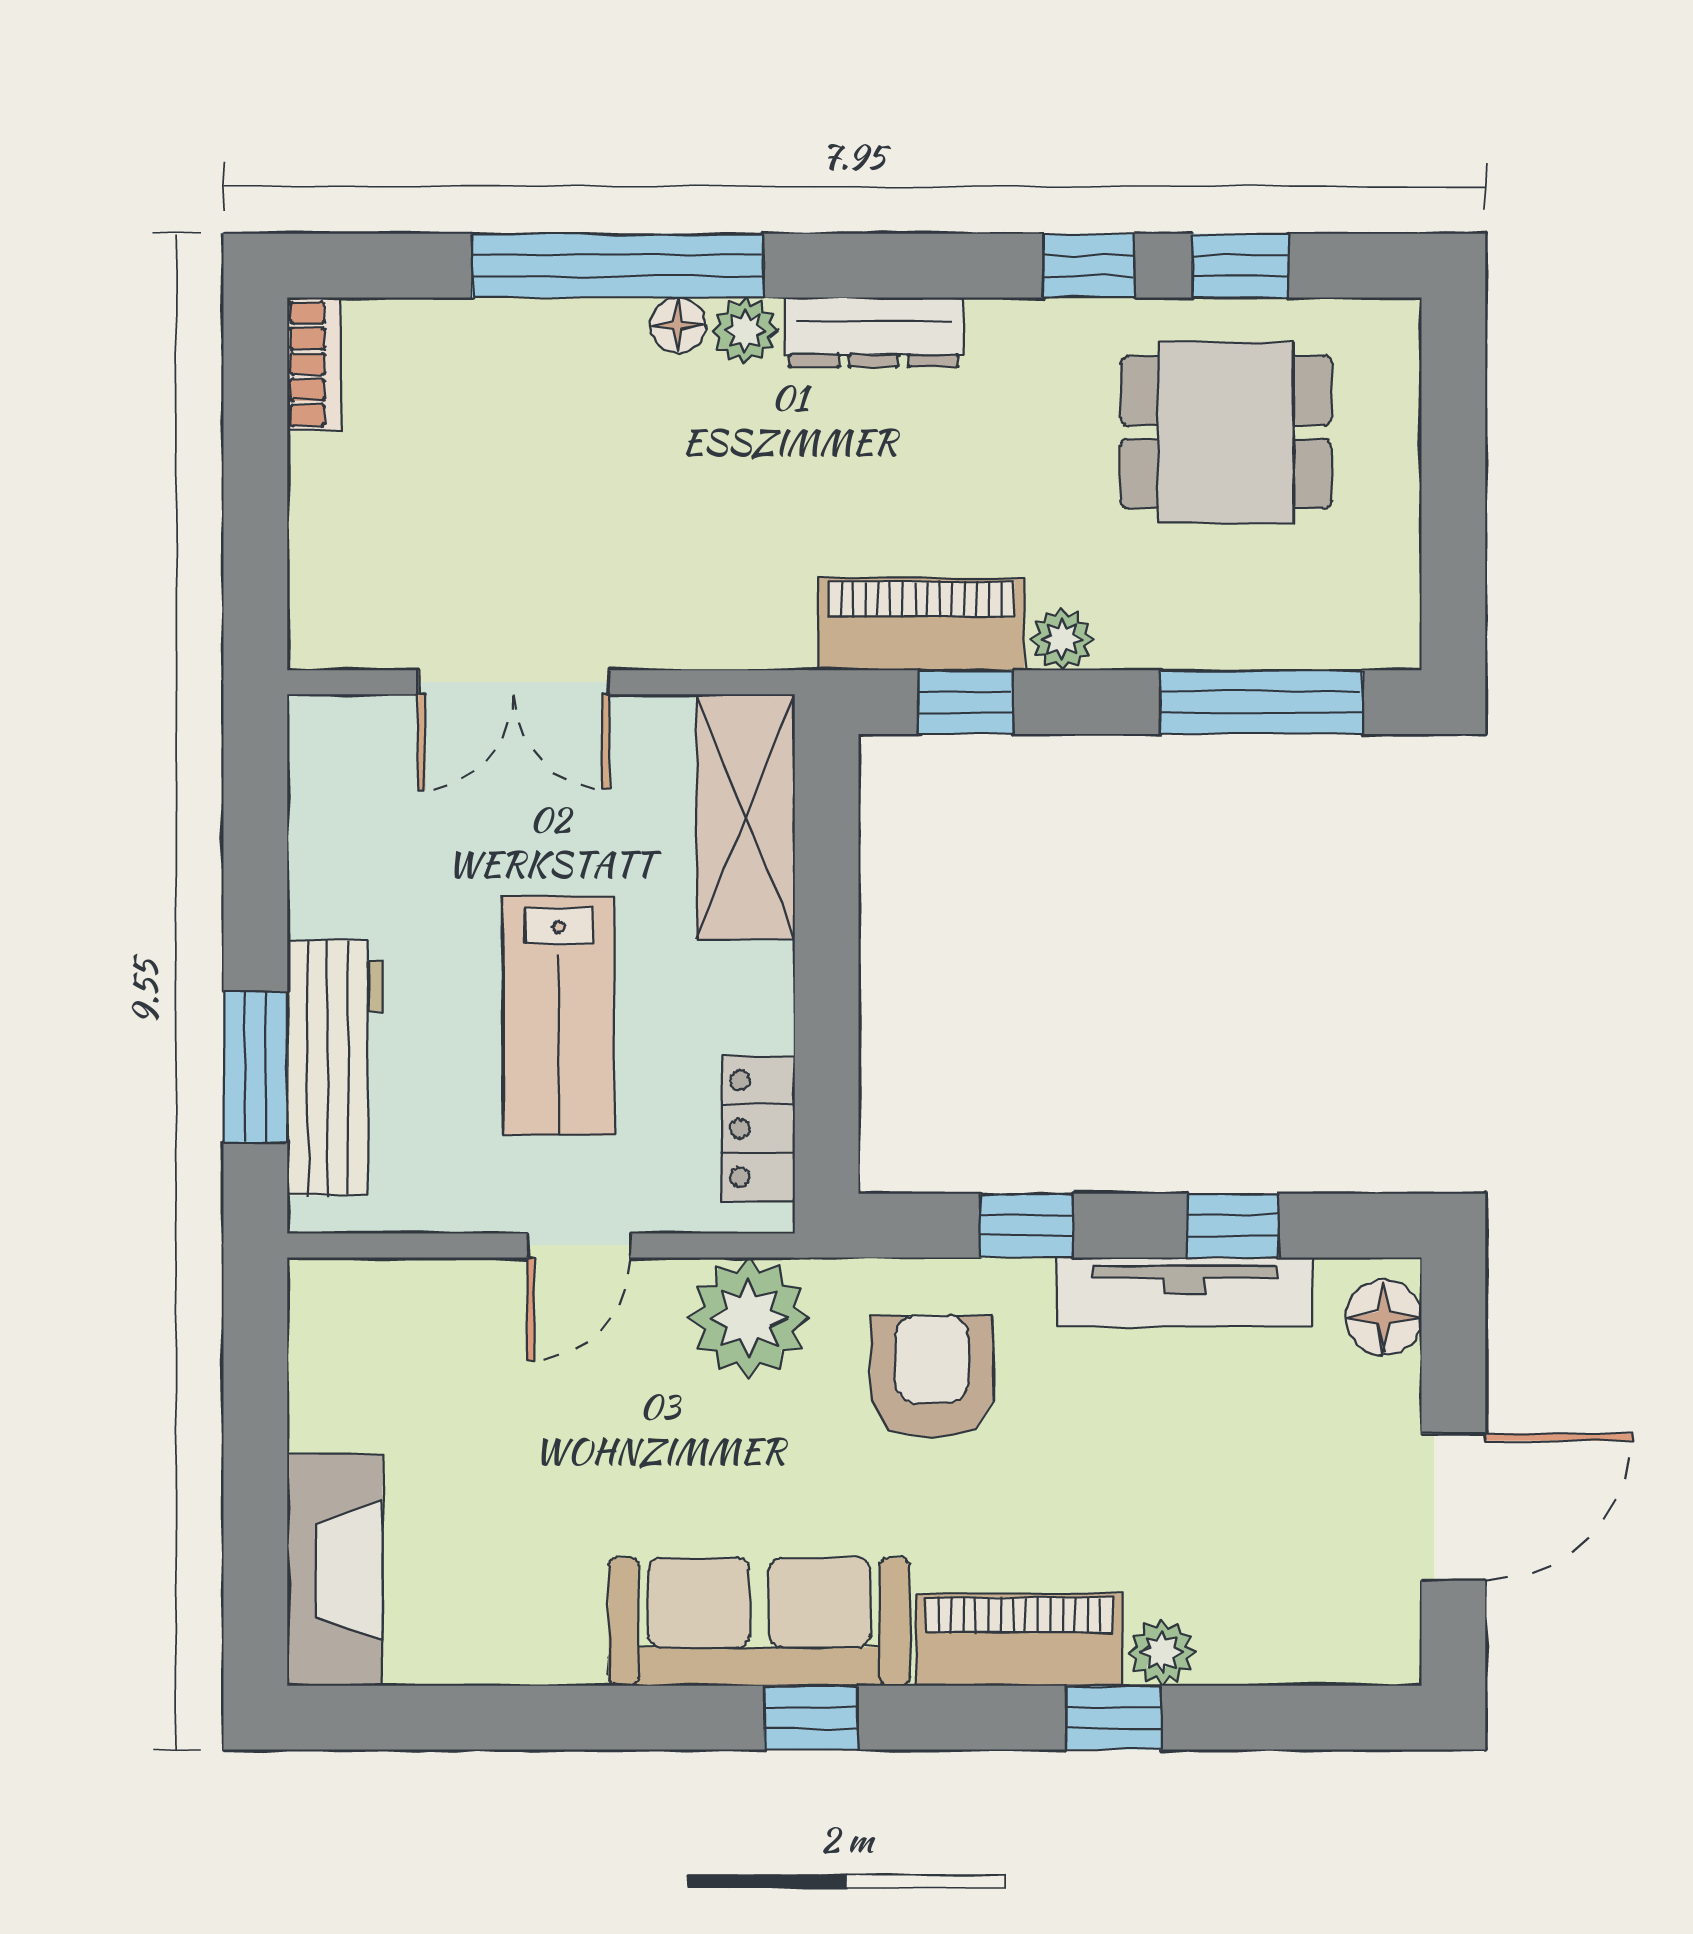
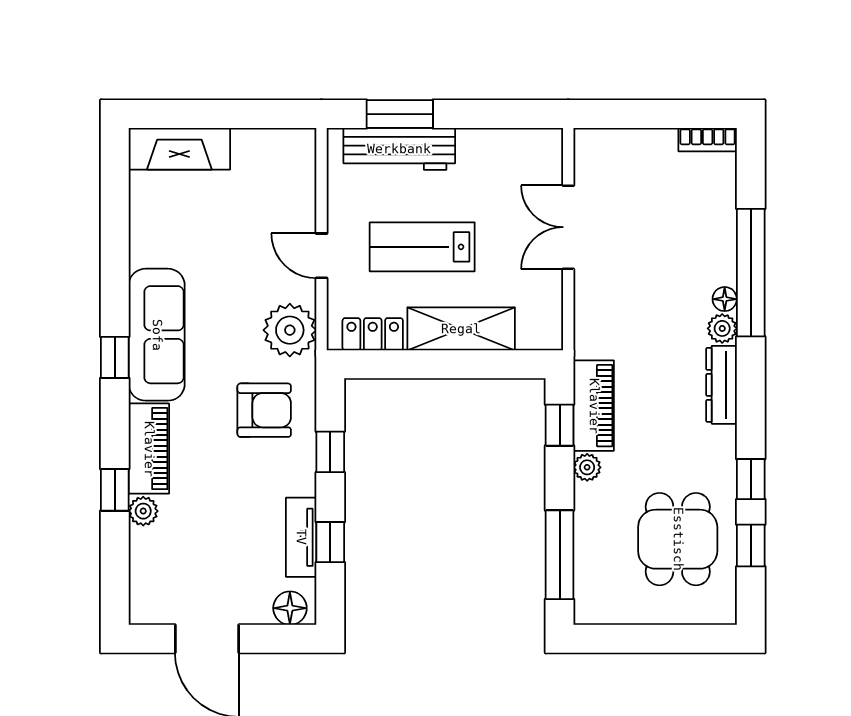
shelving: (746, 817) -> (461, 329), moved
tv unit: (1185, 1292) -> (301, 537), width x0.71

